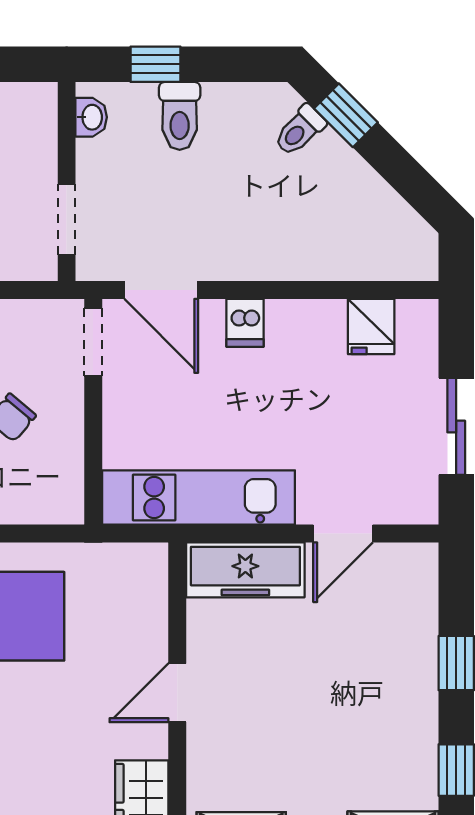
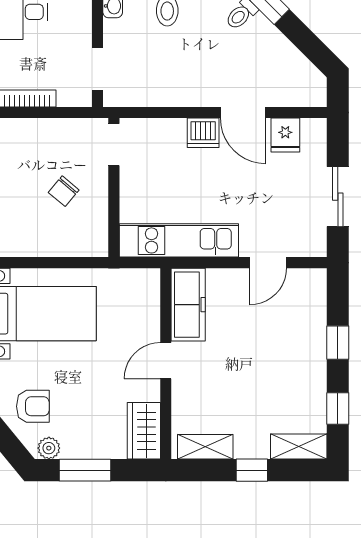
door: (161, 290) -> (243, 113), moved
dishwasher: (245, 323) -> (203, 133), width x1.38
freezer: (245, 570) -> (188, 305), moved, turned -90

